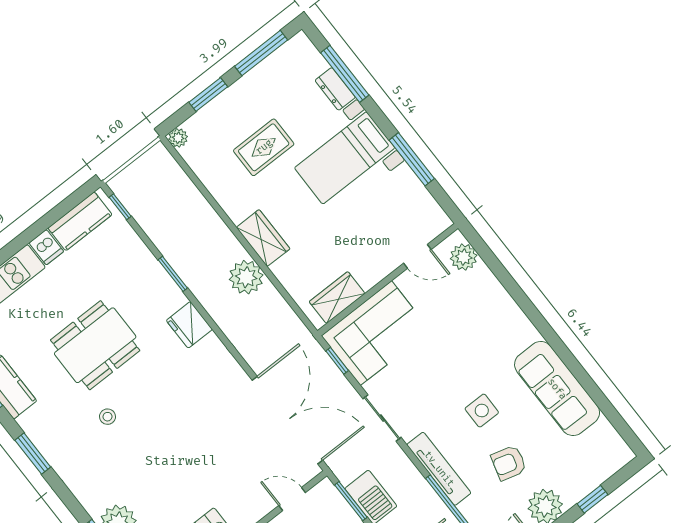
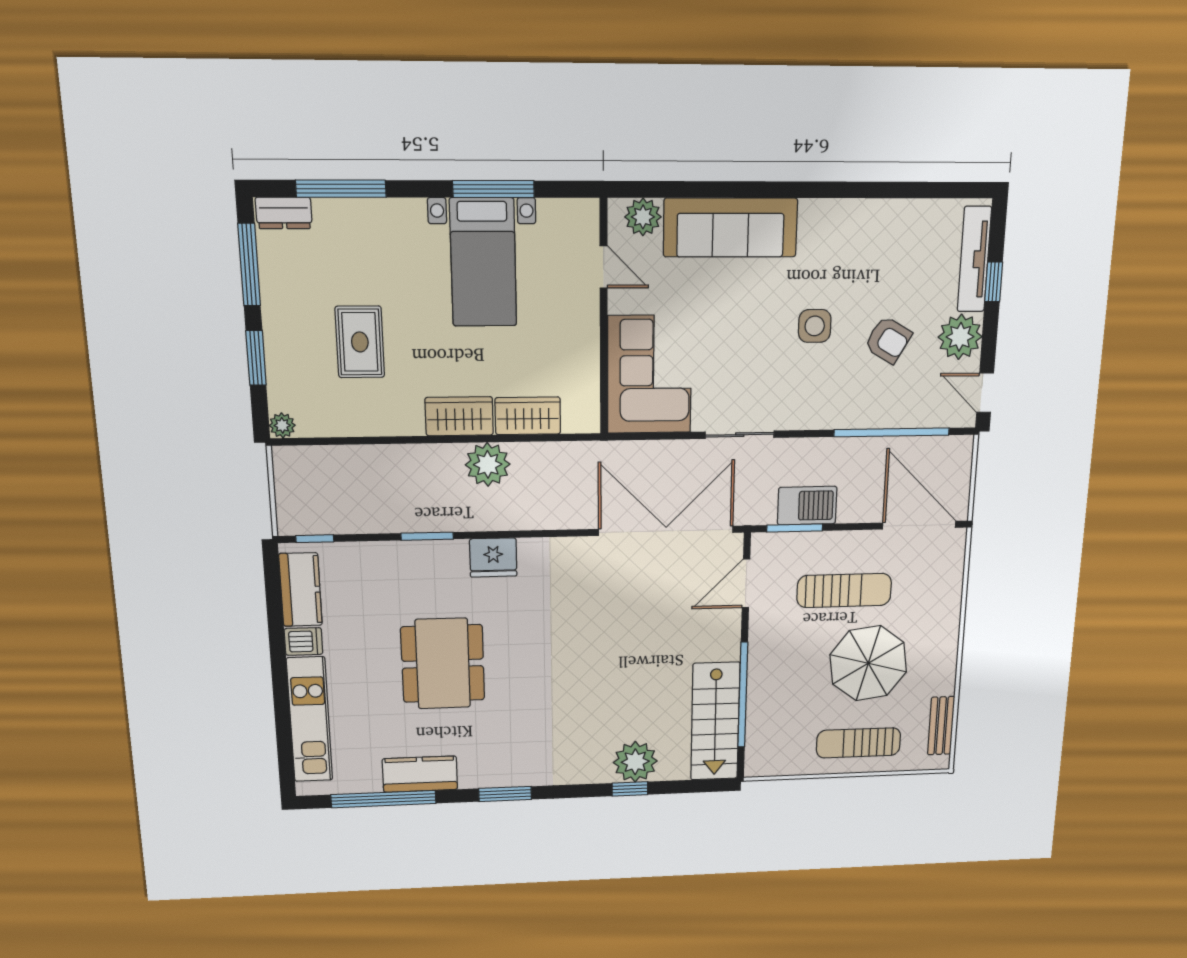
dresser: (335, 89) -> (284, 213), moved
bed with nightstands: (345, 158) -> (483, 262), moved
door: (417, 256) -> (604, 267), hinge flipped
wardrobe: (337, 298) -> (528, 416), moved, turned 90
window: (337, 361) -> (646, 436), removed
sofa: (557, 389) -> (730, 228), moved
stool: (108, 417) -> (524, 701), removed
armchair: (509, 463) -> (888, 340), turned -76
tv unit: (439, 469) -> (974, 259), moved, turned -90
door: (292, 499) -> (746, 583), width x1.38

